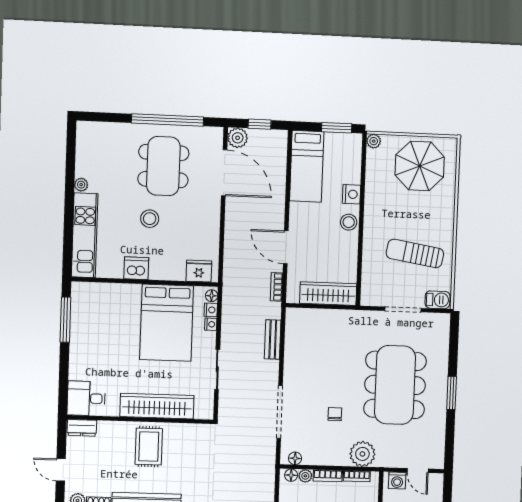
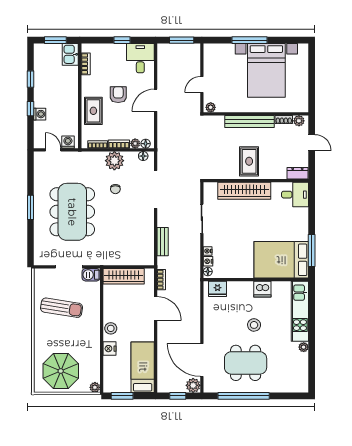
dining table: (163, 166) -> (246, 363), turned 90
barbecue: (437, 300) -> (91, 275), moved
bed: (167, 323) -> (281, 260), moved, turned -90
plant: (362, 454) -> (114, 161), moved

